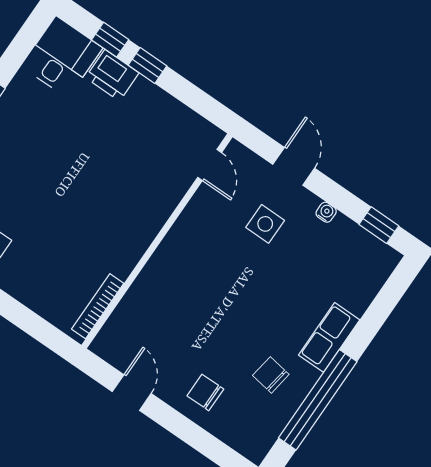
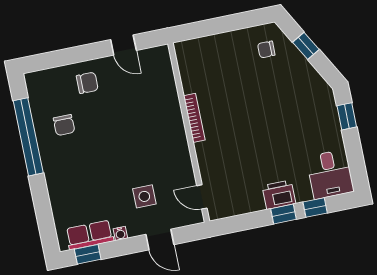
printer: (112, 75) -> (279, 195), moved
bookcase: (98, 306) -> (194, 118), moved
row of seats: (329, 337) -> (90, 235), moved, turned -90
chair: (271, 375) -> (64, 125), turned 81

